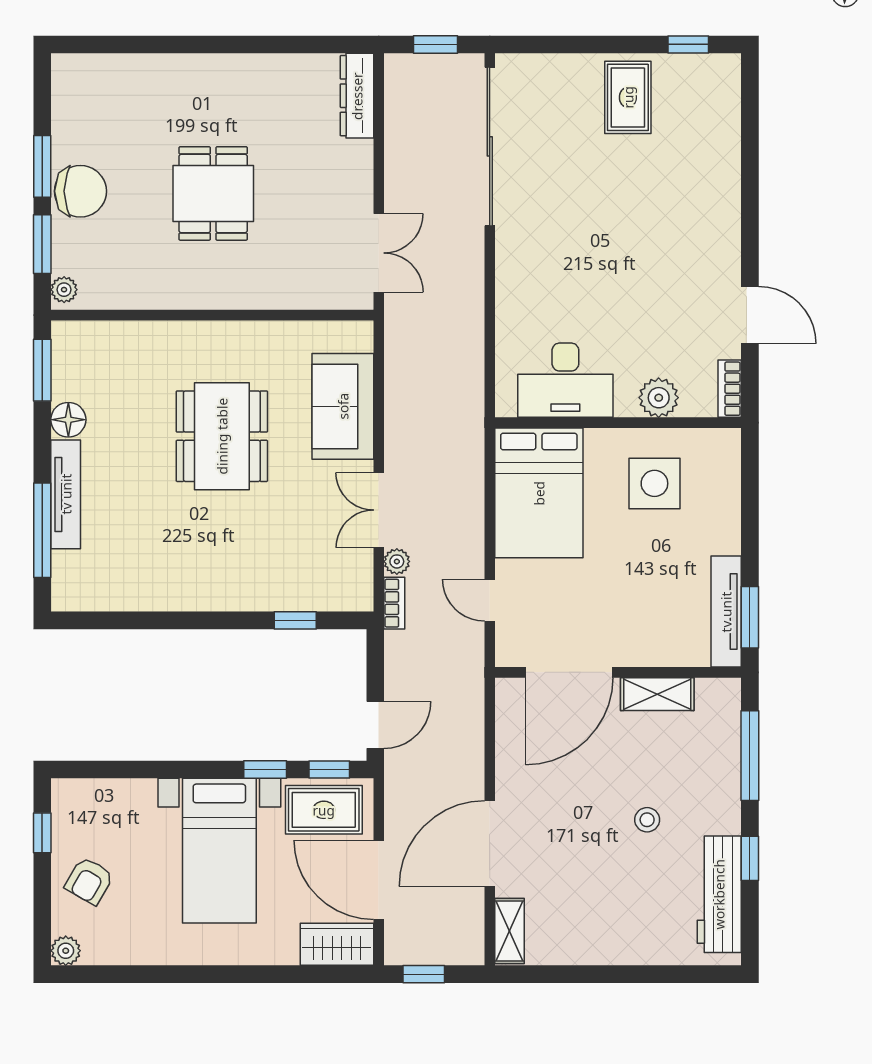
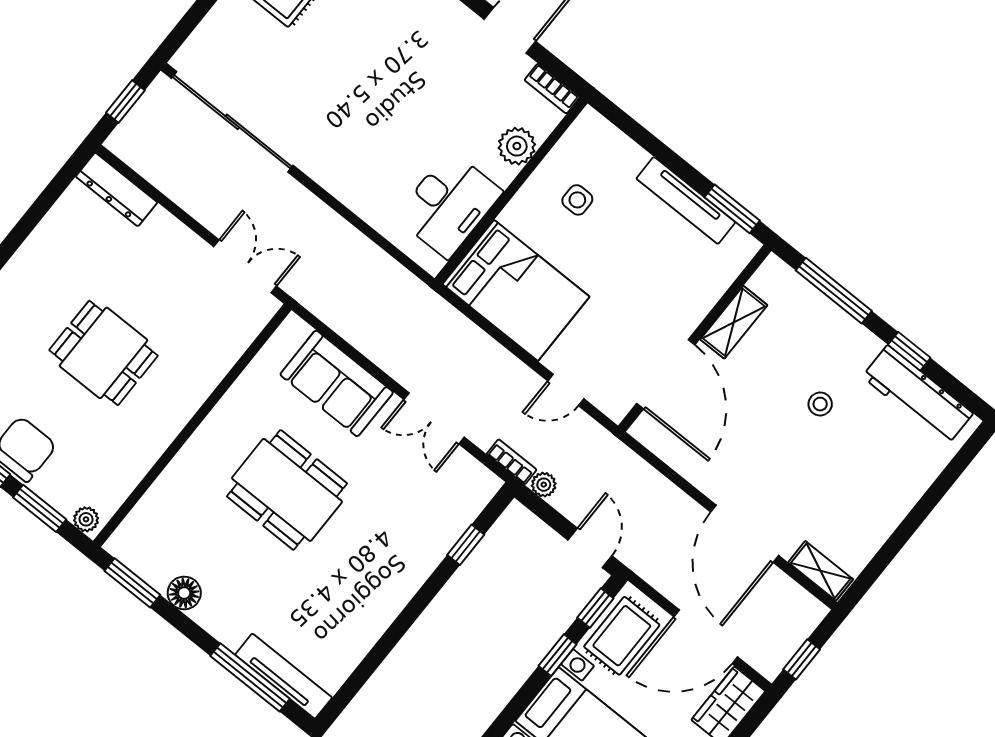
side table: (654, 483) -> (577, 200), width x0.54, depth x0.54
tv unit: (66, 494) -> (284, 676), moved
plant: (397, 561) -> (544, 485), moved
tv unit: (726, 612) -> (686, 200), moved

